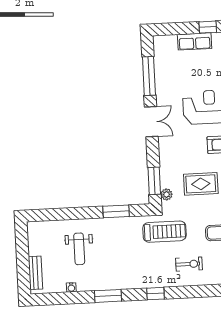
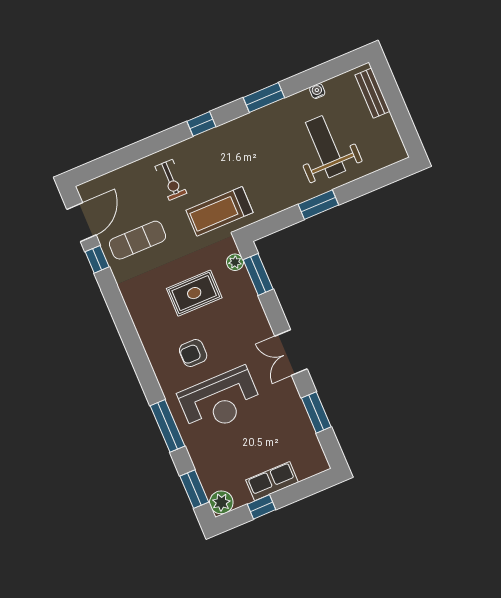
window: (149, 76) -> (316, 412), width x0.69
window: (116, 211) -> (318, 205), moved
weight bench: (79, 249) -> (326, 147), width x1.36, depth x1.33
exercise bike: (189, 264) -> (171, 180), turned -90

